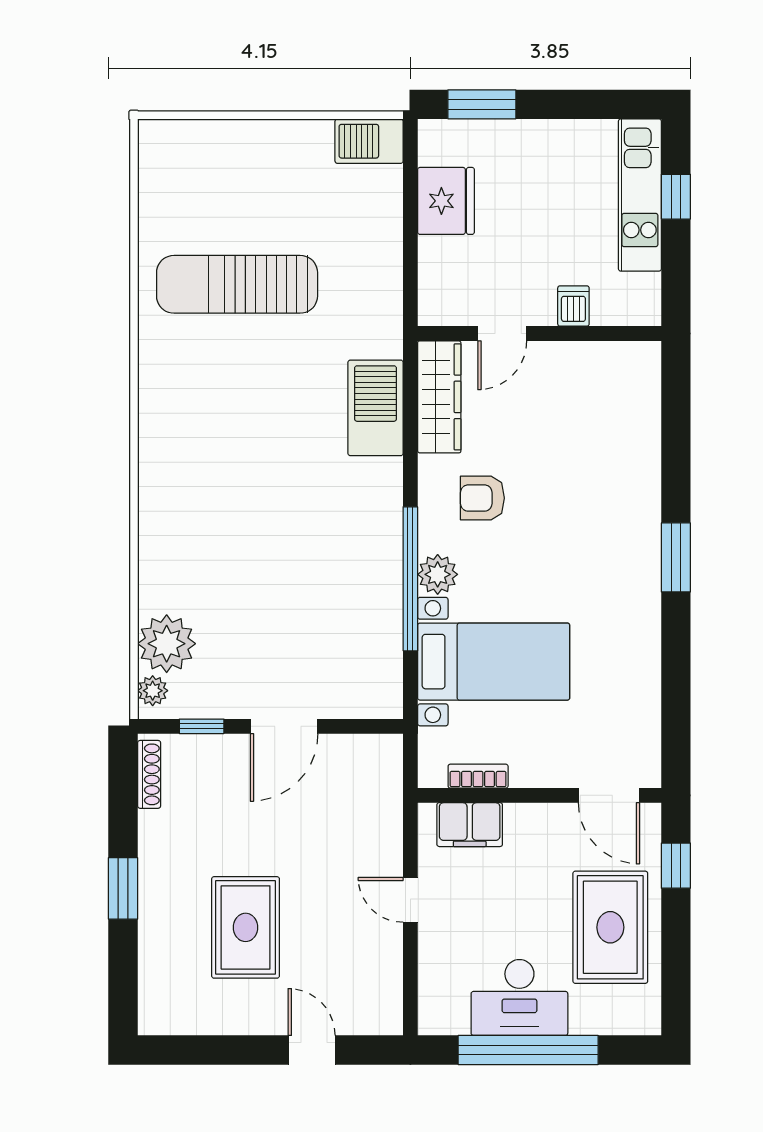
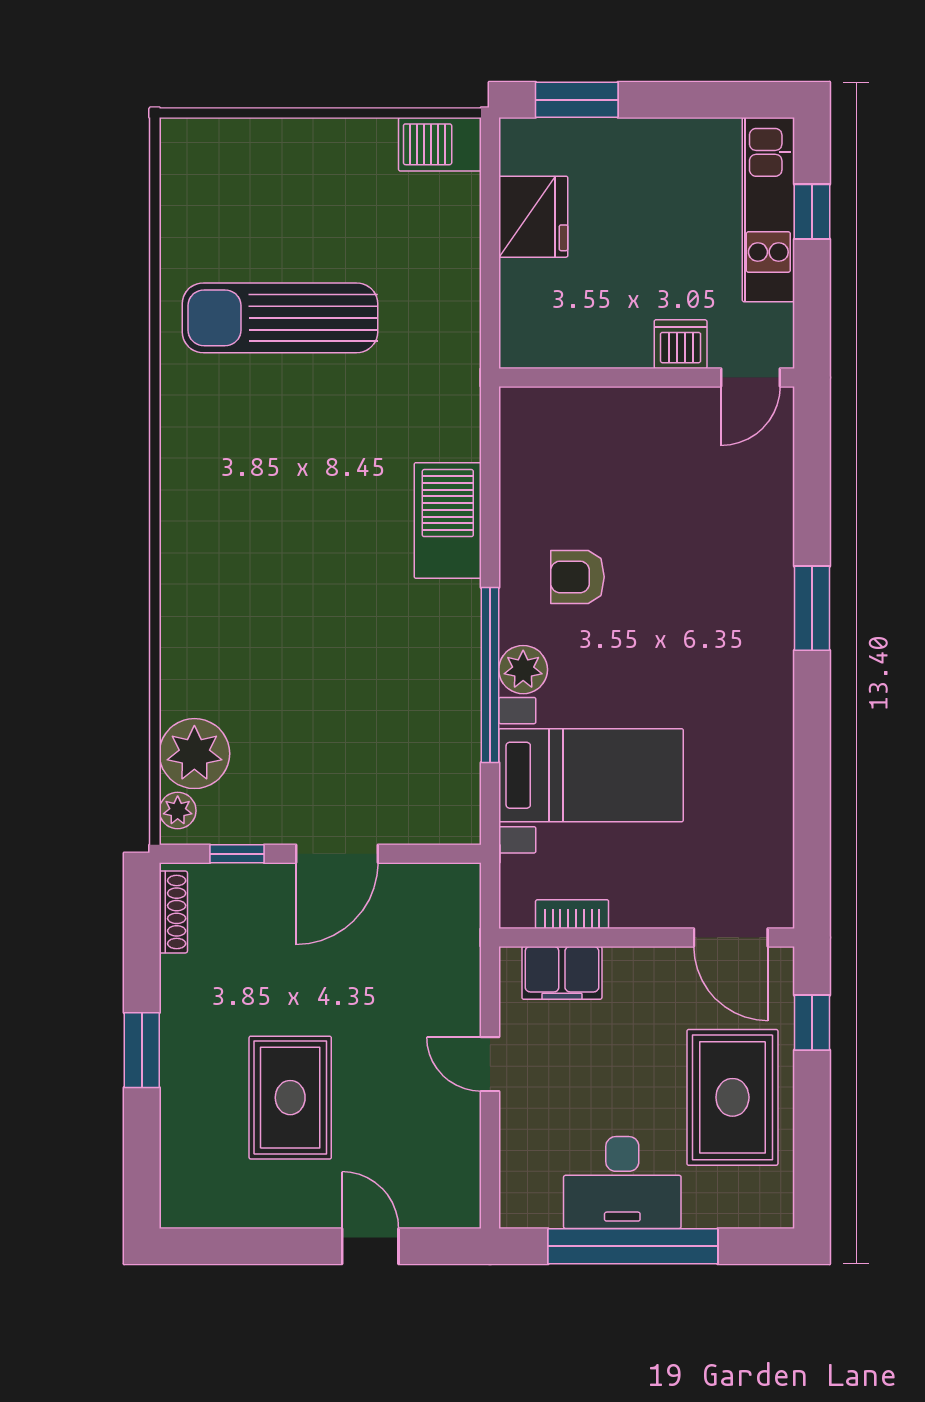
dishwasher: (573, 306) -> (681, 344), width x1.38
door: (502, 334) -> (750, 378), moved
wardrobe: (439, 397) -> (525, 454), removed
barbecue: (376, 408) -> (448, 520), moved
window: (676, 557) -> (812, 608), moved

